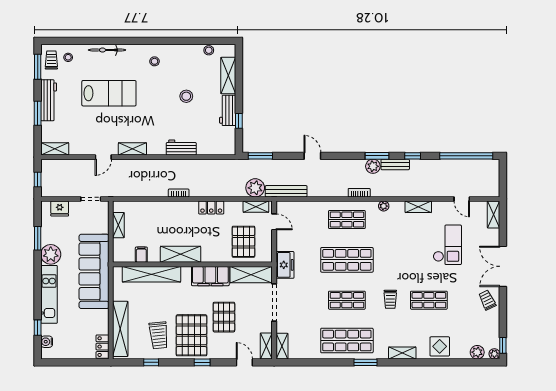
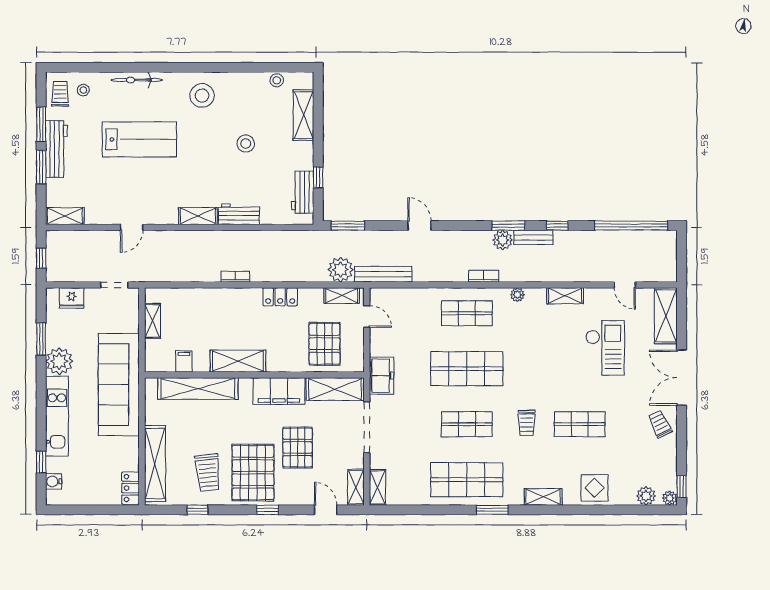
stool: (154, 61) -> (202, 96), width x1.89, depth x1.89
window: (38, 67) -> (41, 124), moved
workbench: (228, 110) -> (303, 192), moved
shelving: (132, 149) -> (198, 216), moved
shelving: (494, 215) -> (666, 316), width x1.50, depth x1.33

